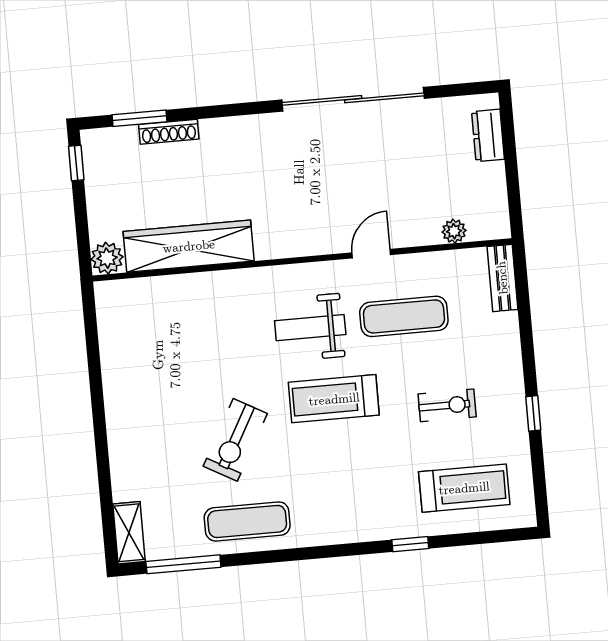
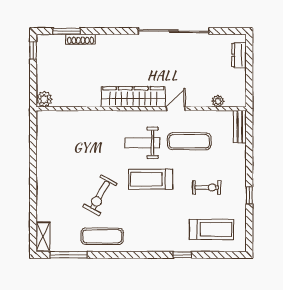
wardrobe: (189, 246) -> (133, 97), moved

